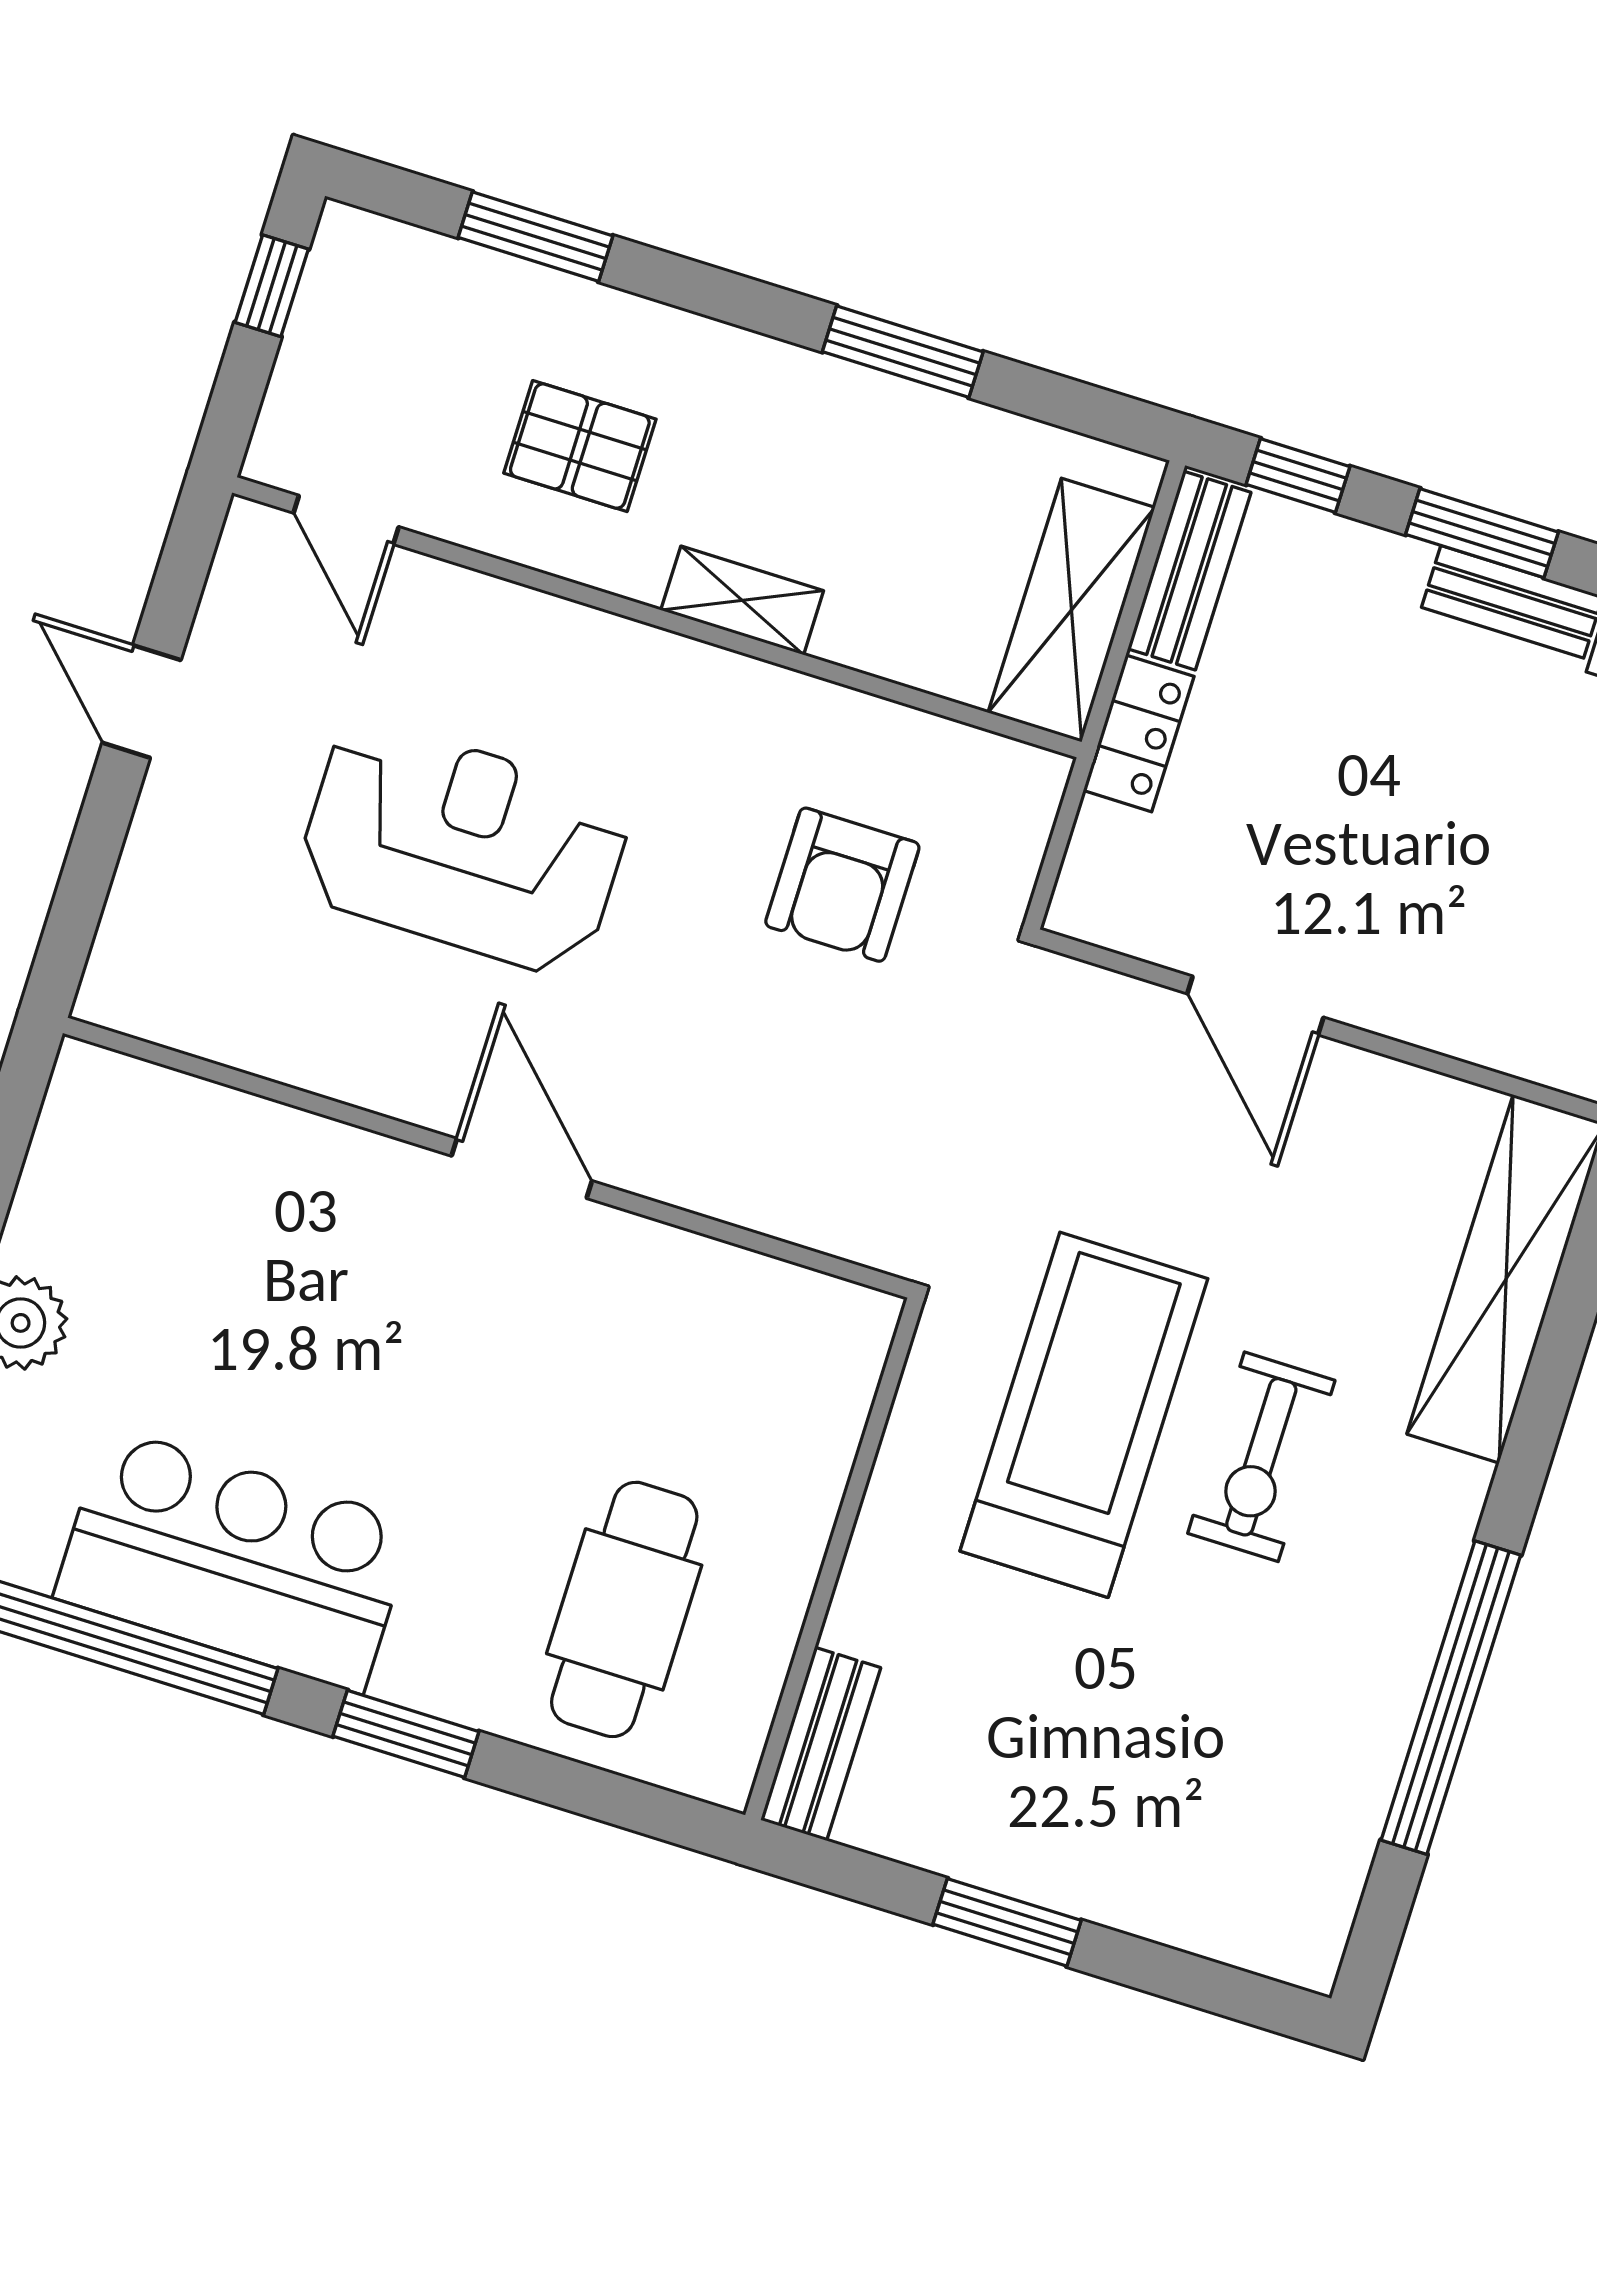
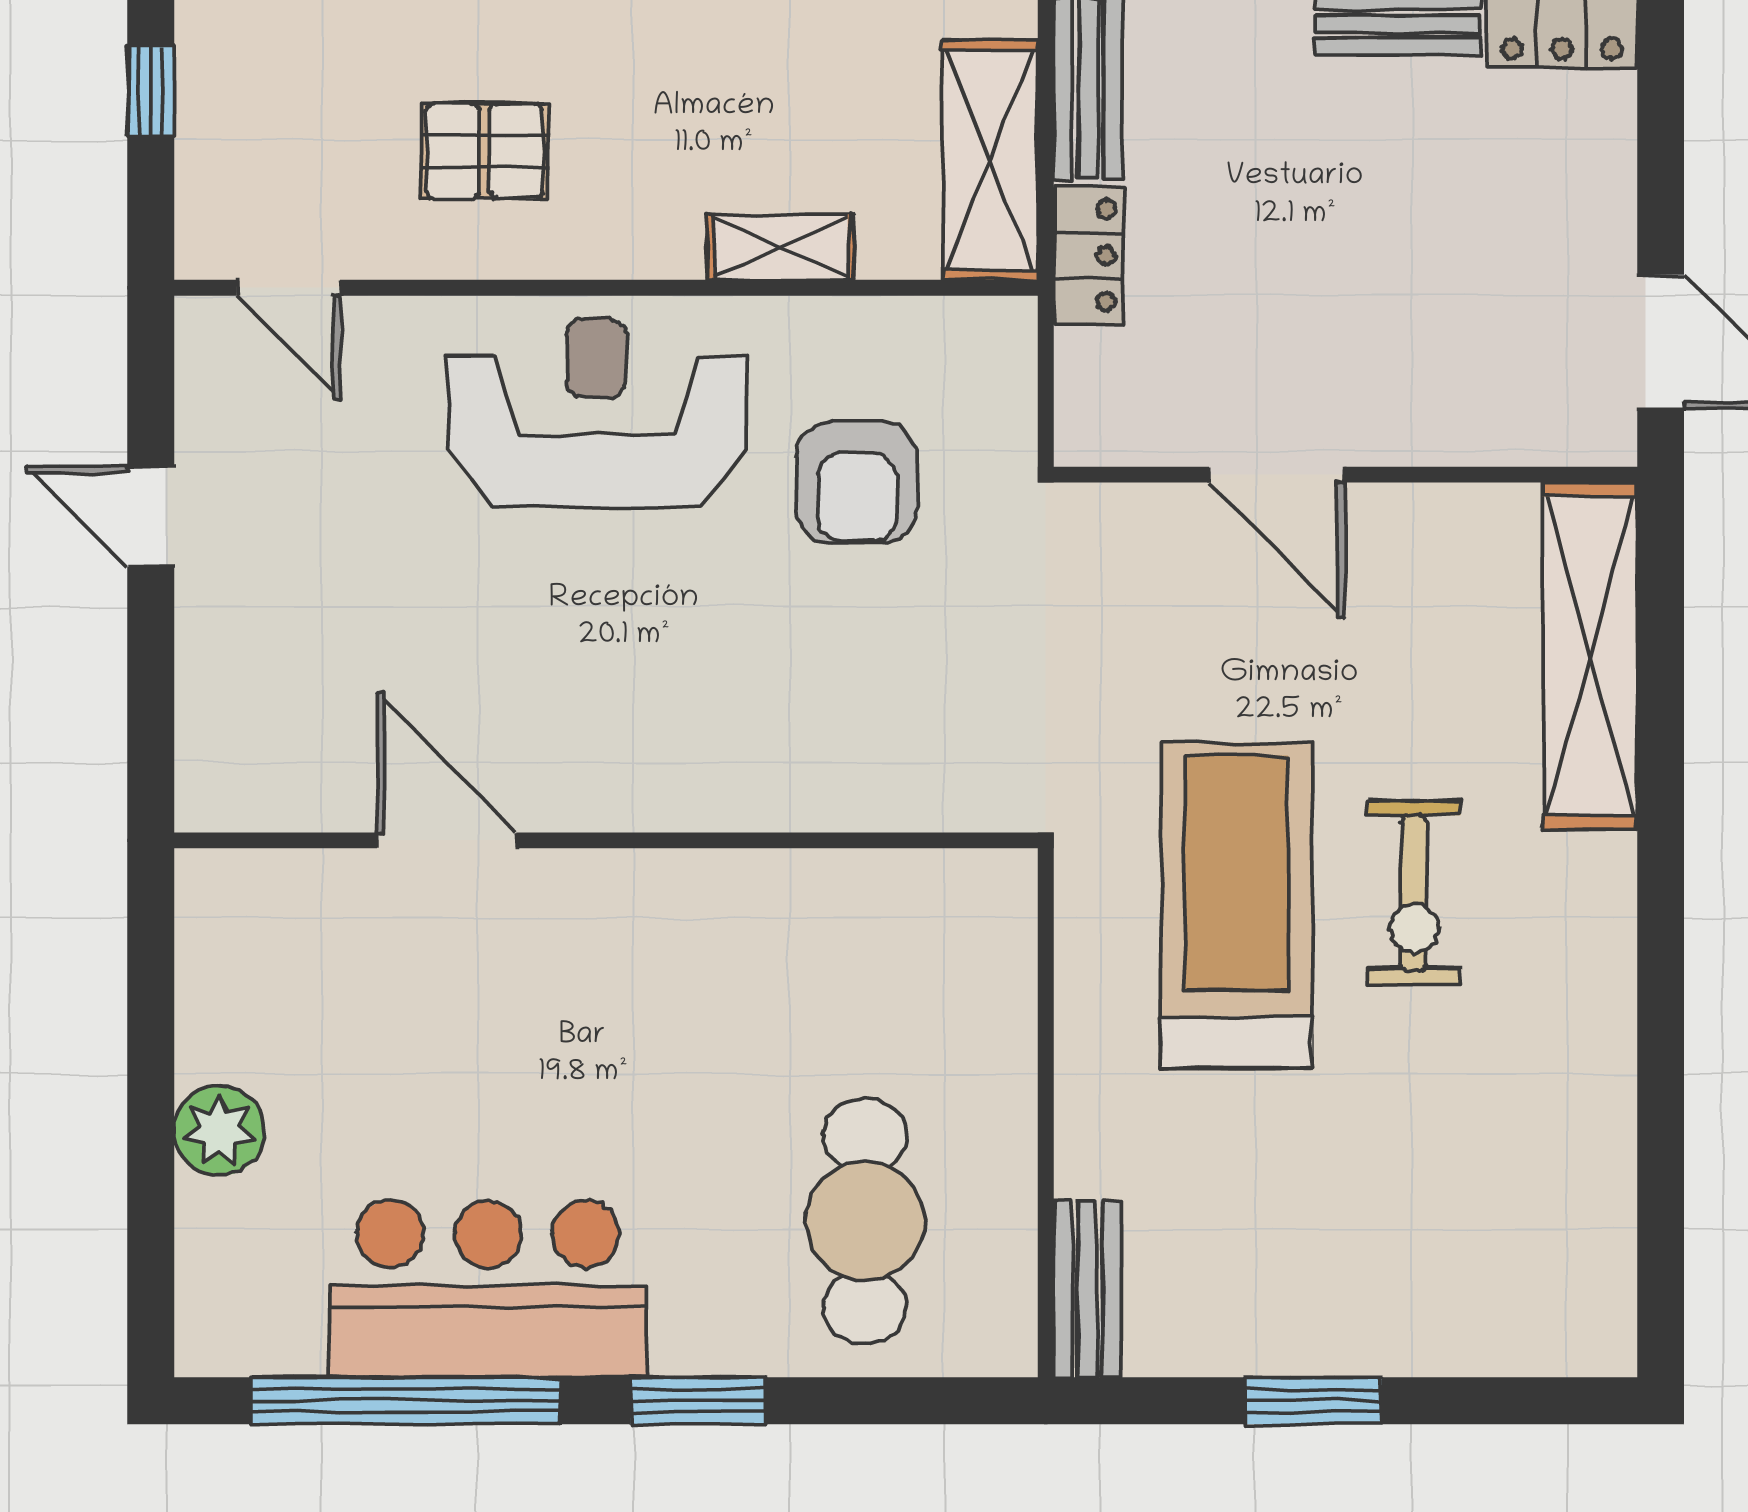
shelving: (742, 600) -> (781, 247), moved
reception desk: (463, 847) -> (597, 413), moved
door: (522, 1168) -> (447, 840), moved
window: (1451, 1698) -> (1661, 1062), removed

